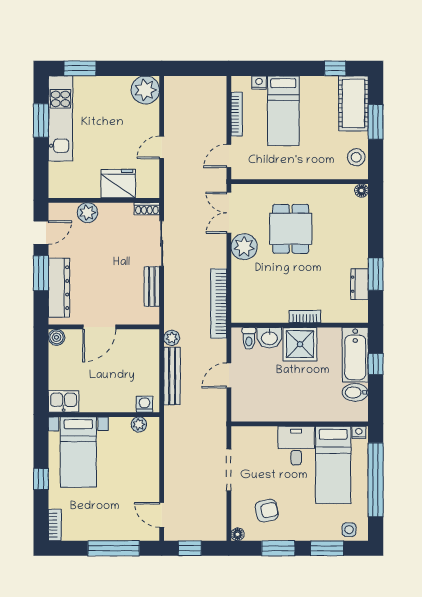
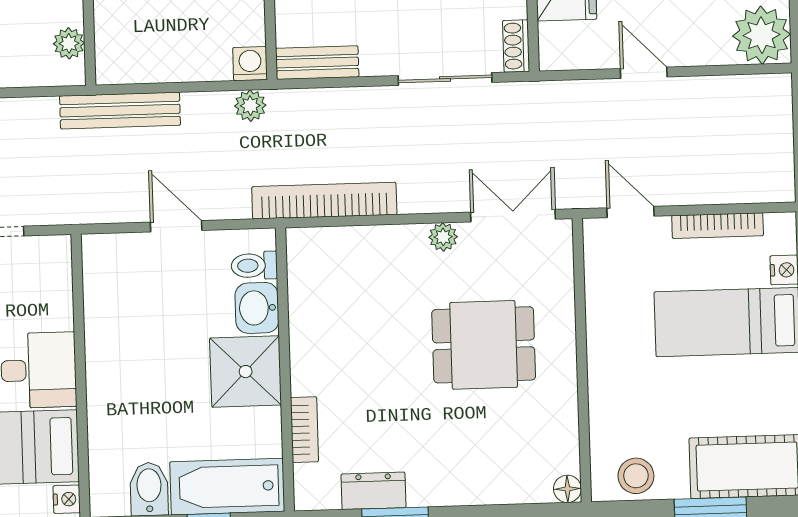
plant: (244, 247) -> (443, 237), width x0.53, depth x0.53
bench: (152, 286) -> (317, 63), moved
bookcase: (305, 317) -> (304, 430), moved
bench: (172, 376) -> (120, 111), moved
washing machine: (144, 404) -> (250, 64), moved, turned -90

